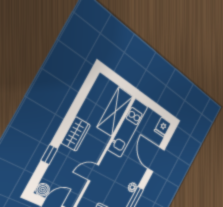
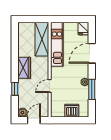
door: (156, 159) -> (92, 53), hinge flipped

